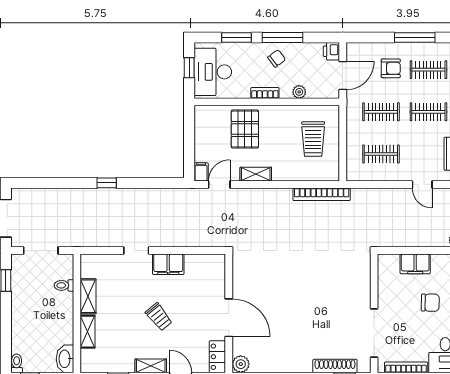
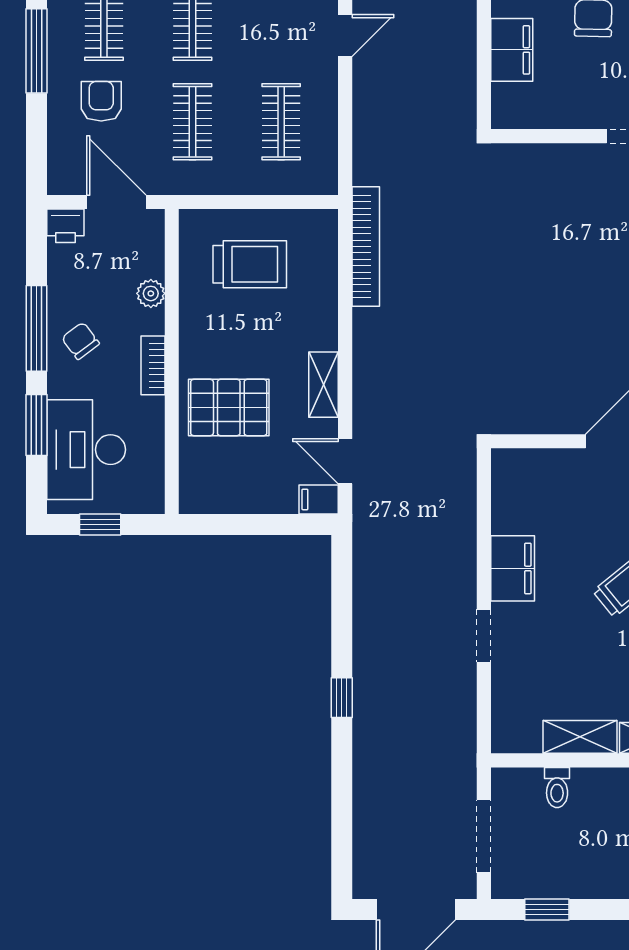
desk: (213, 72) -> (86, 450), moved, turned 90

